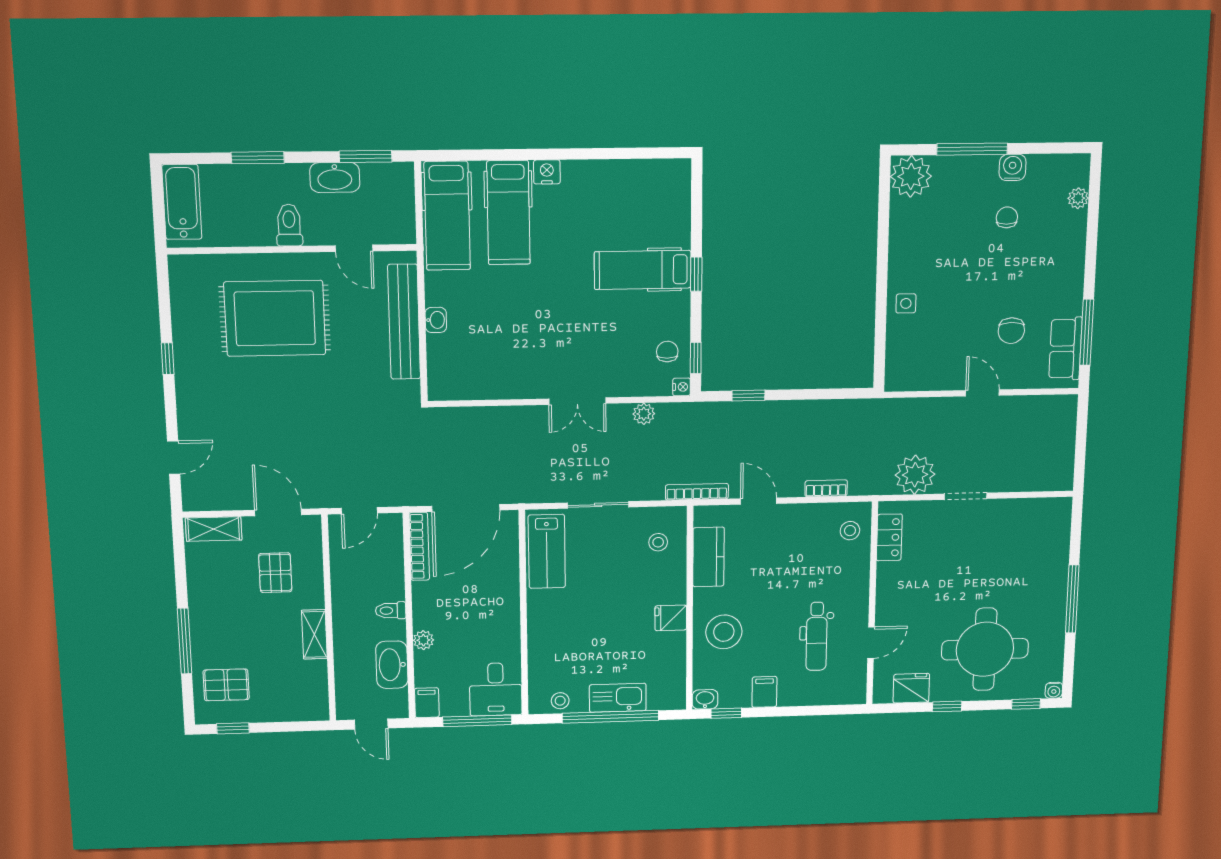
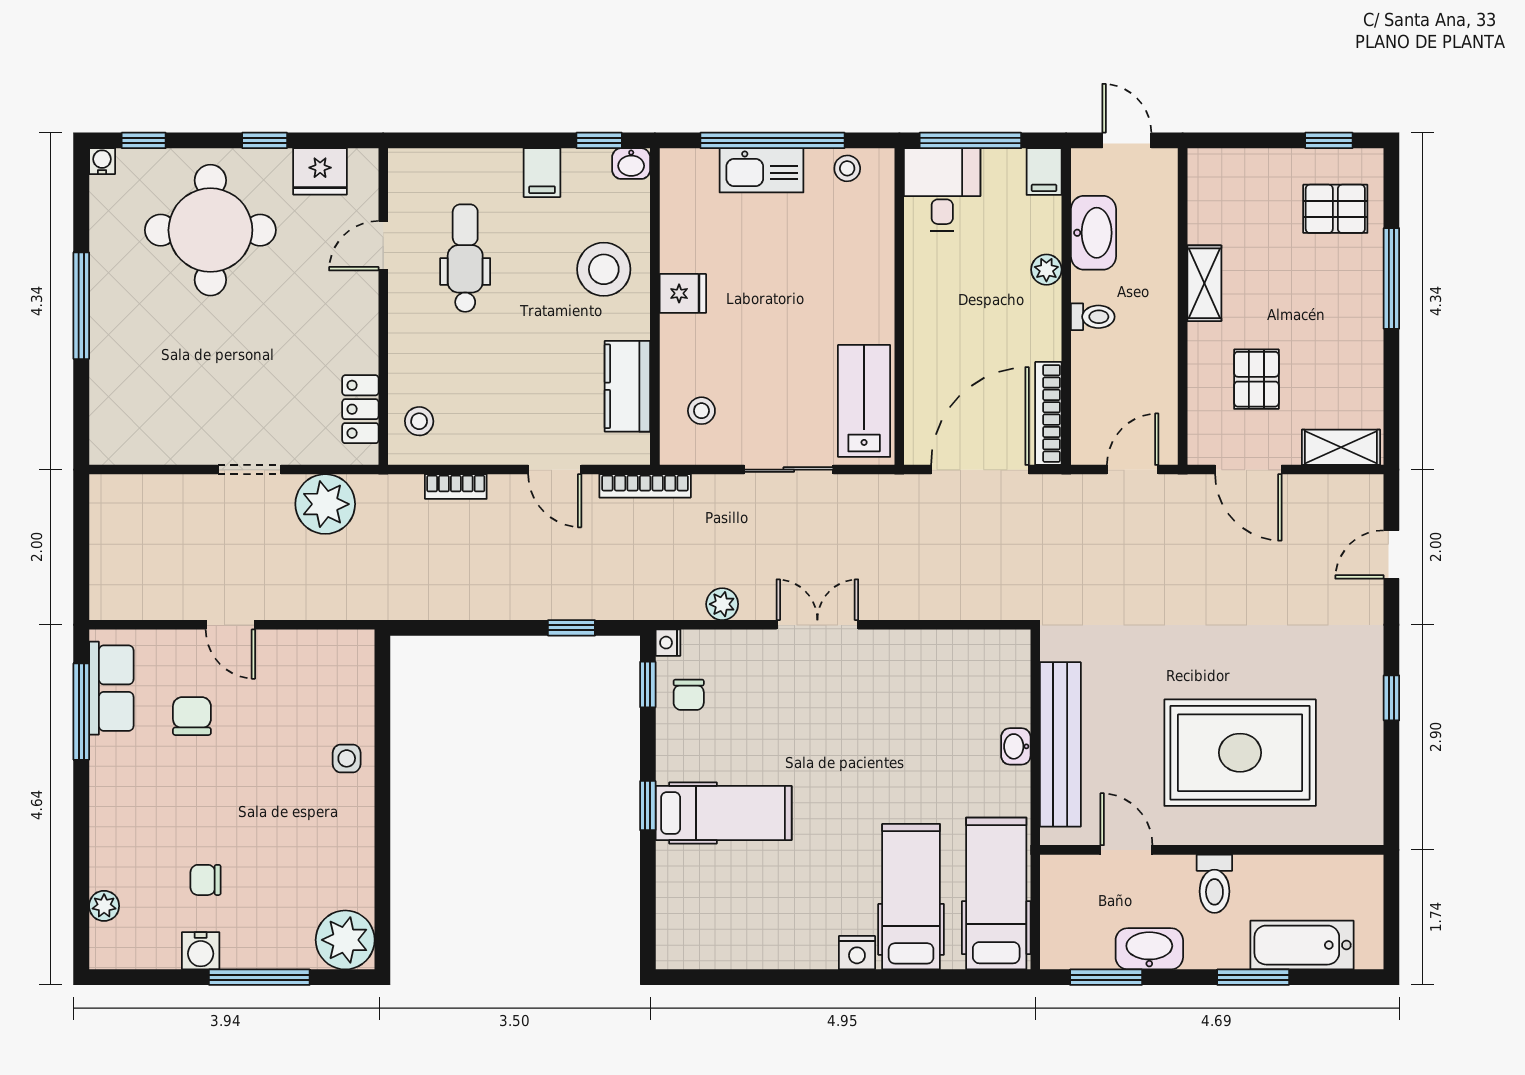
bathtub: (182, 202) -> (1302, 945), moved, turned 90
chair: (1007, 217) -> (206, 880), turned 90

